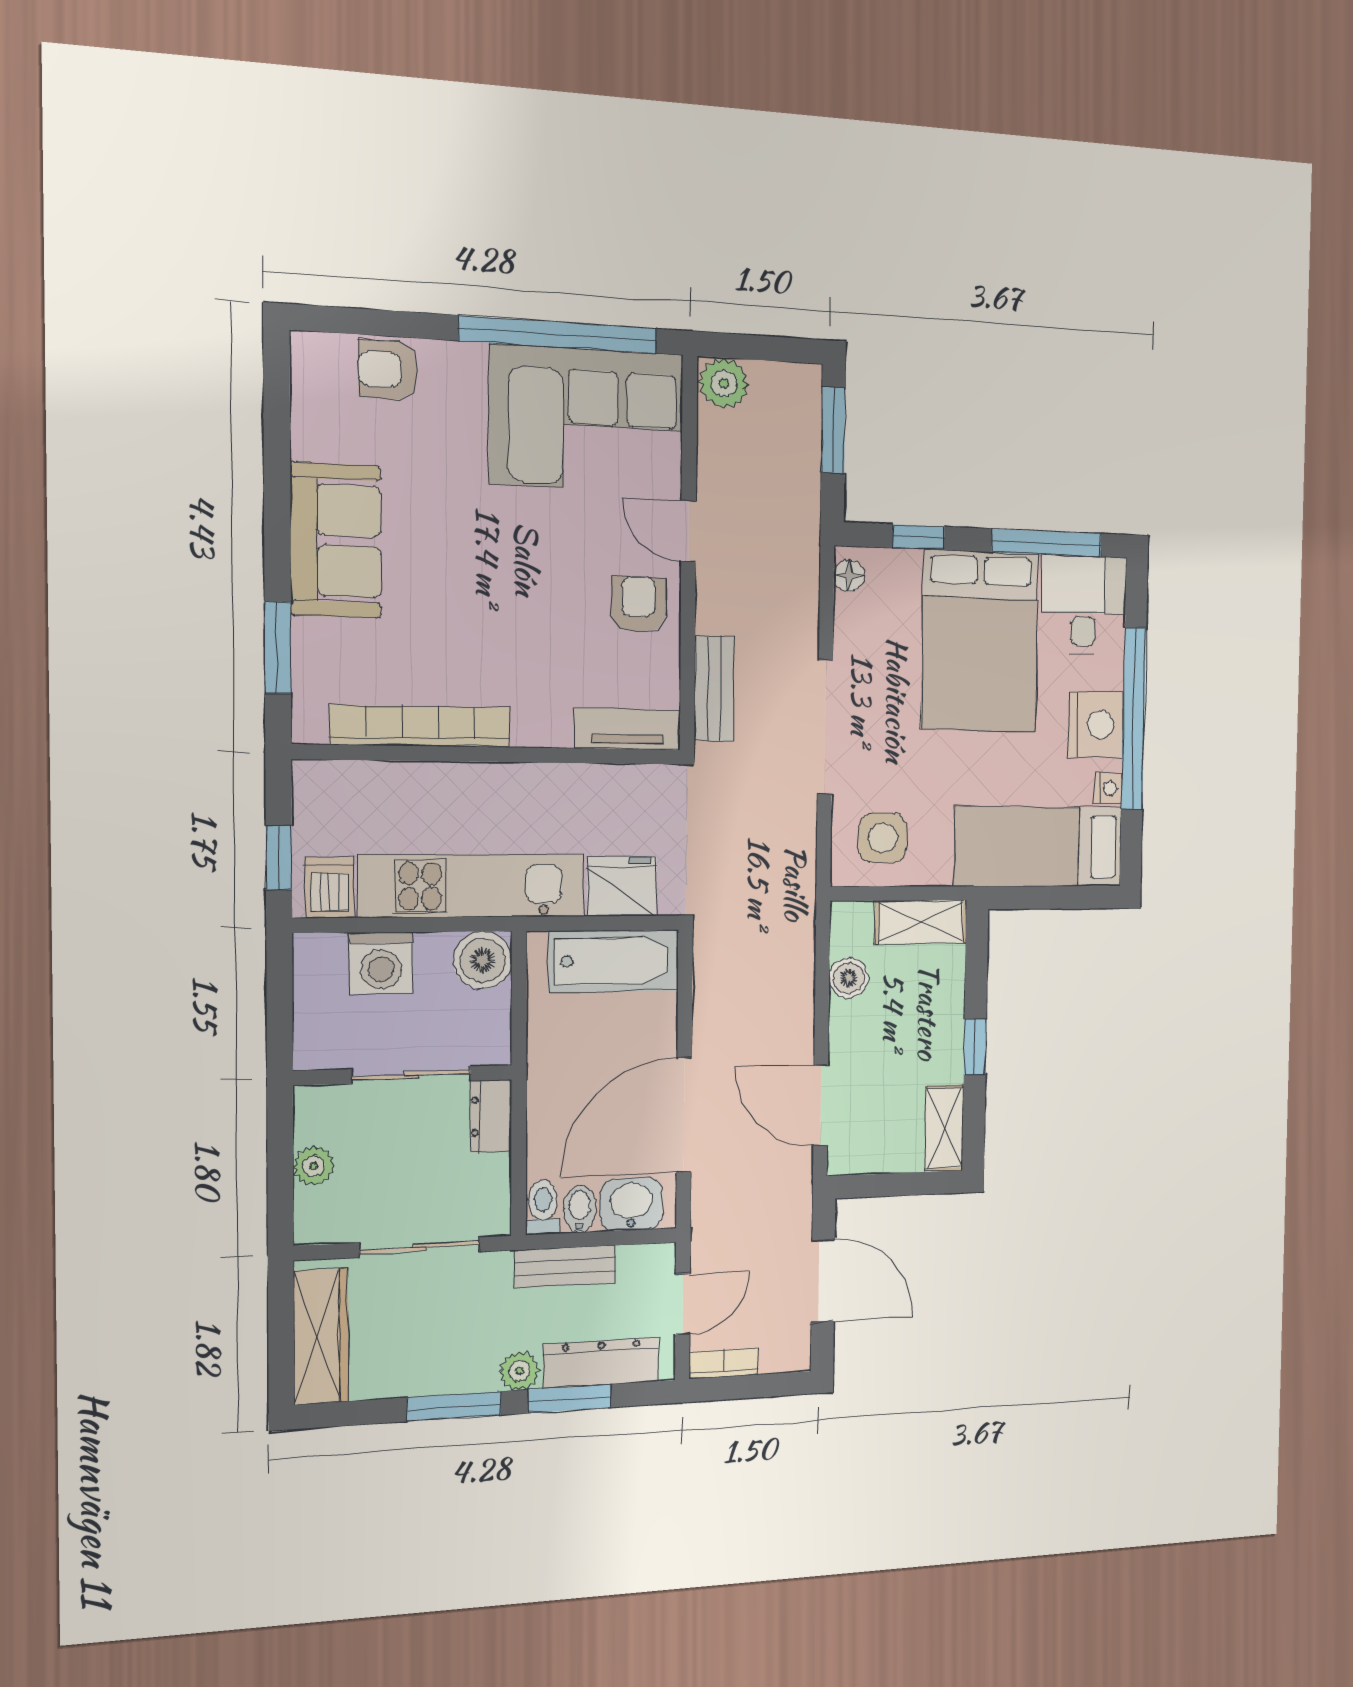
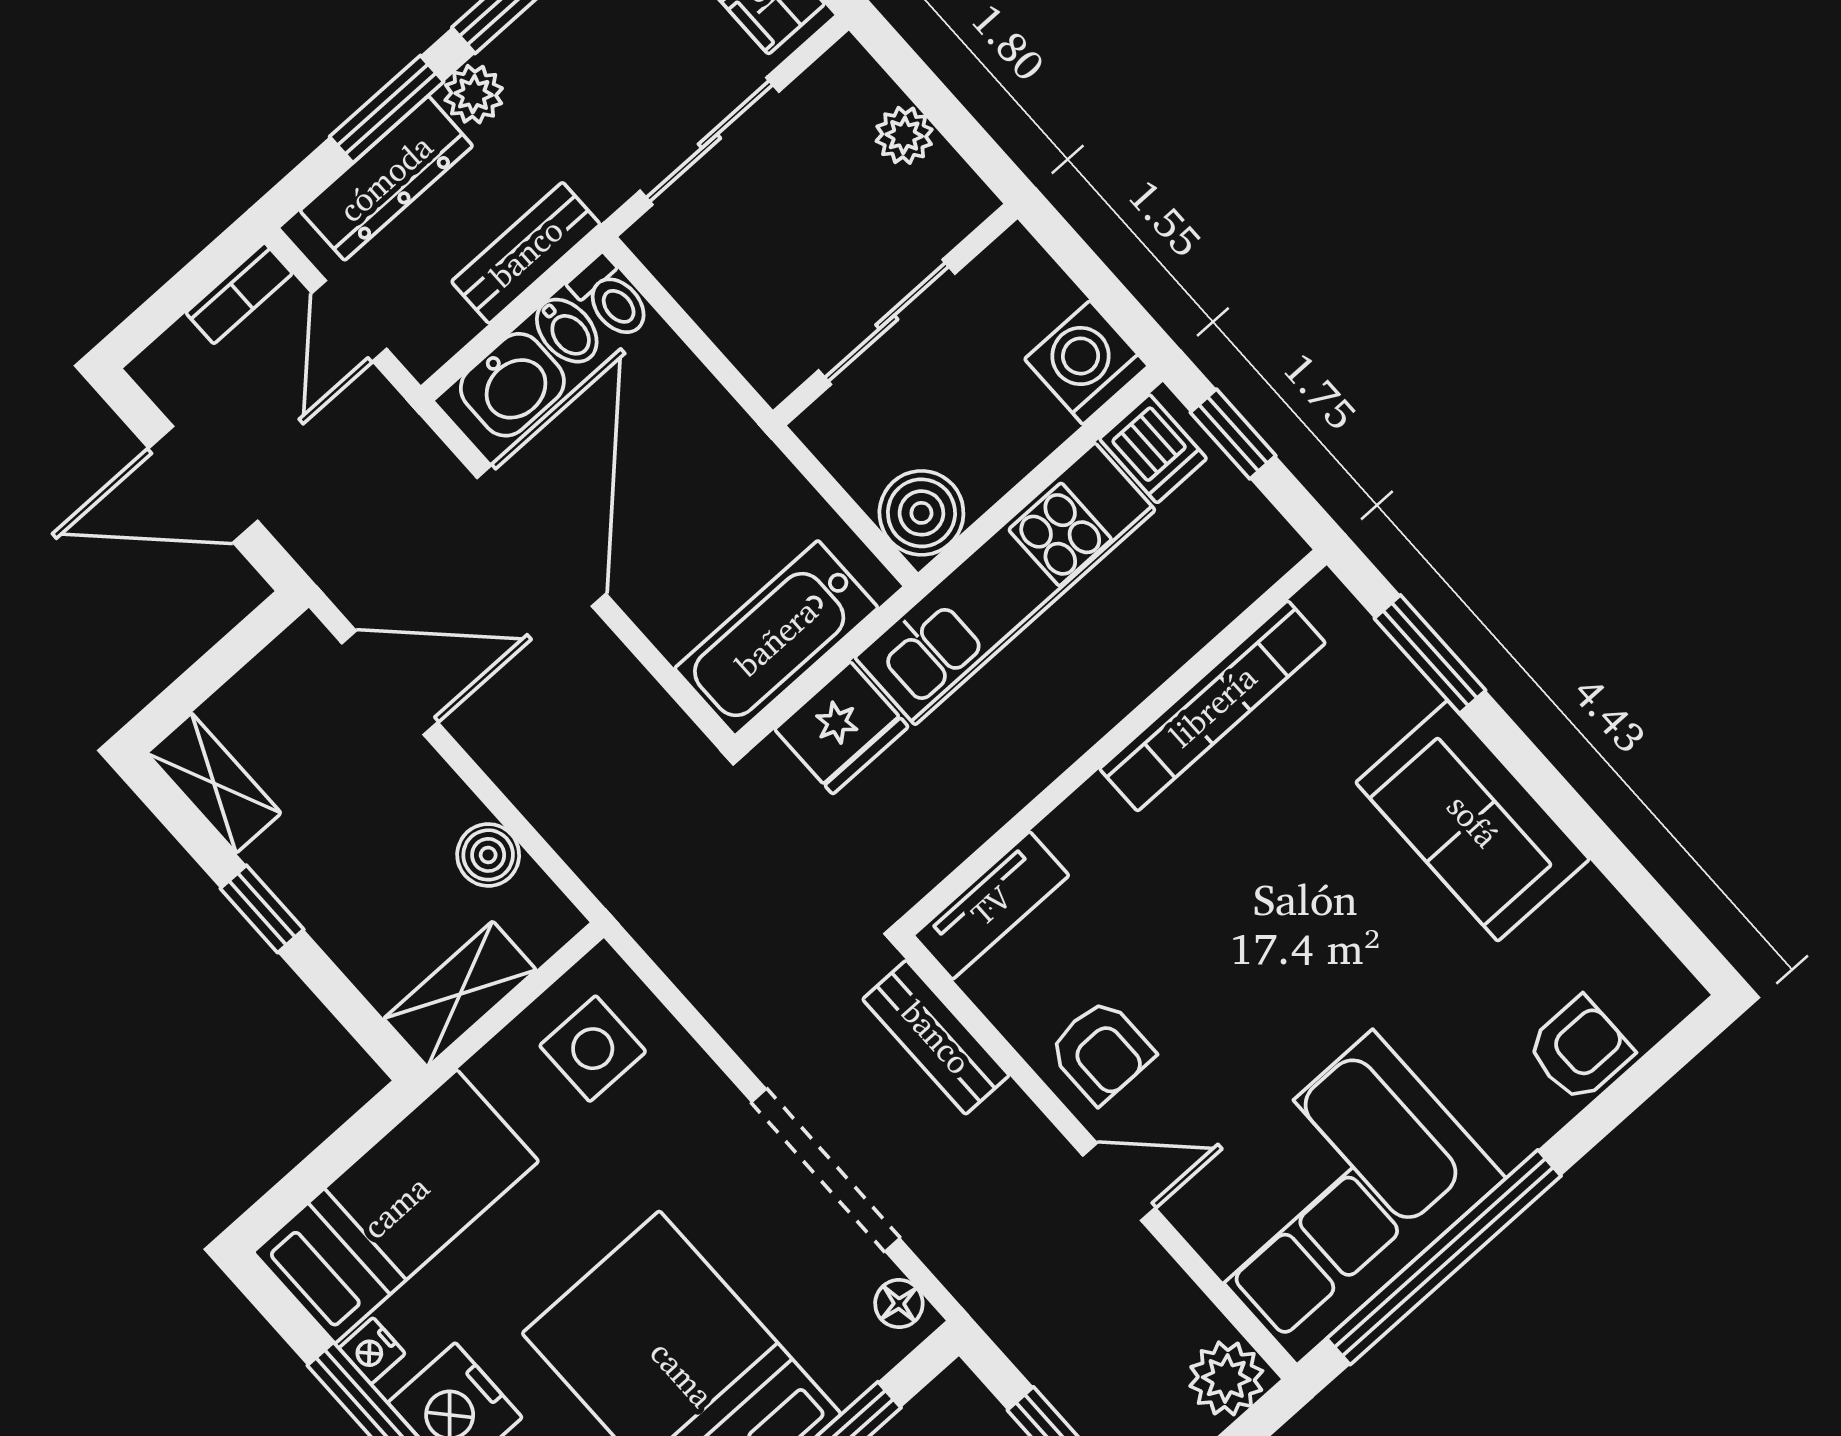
doorway: (825, 727) -> (826, 1170), moved
washing machine: (381, 963) -> (1086, 363), moved
dresser: (491, 1116) -> (760, 350), removed

